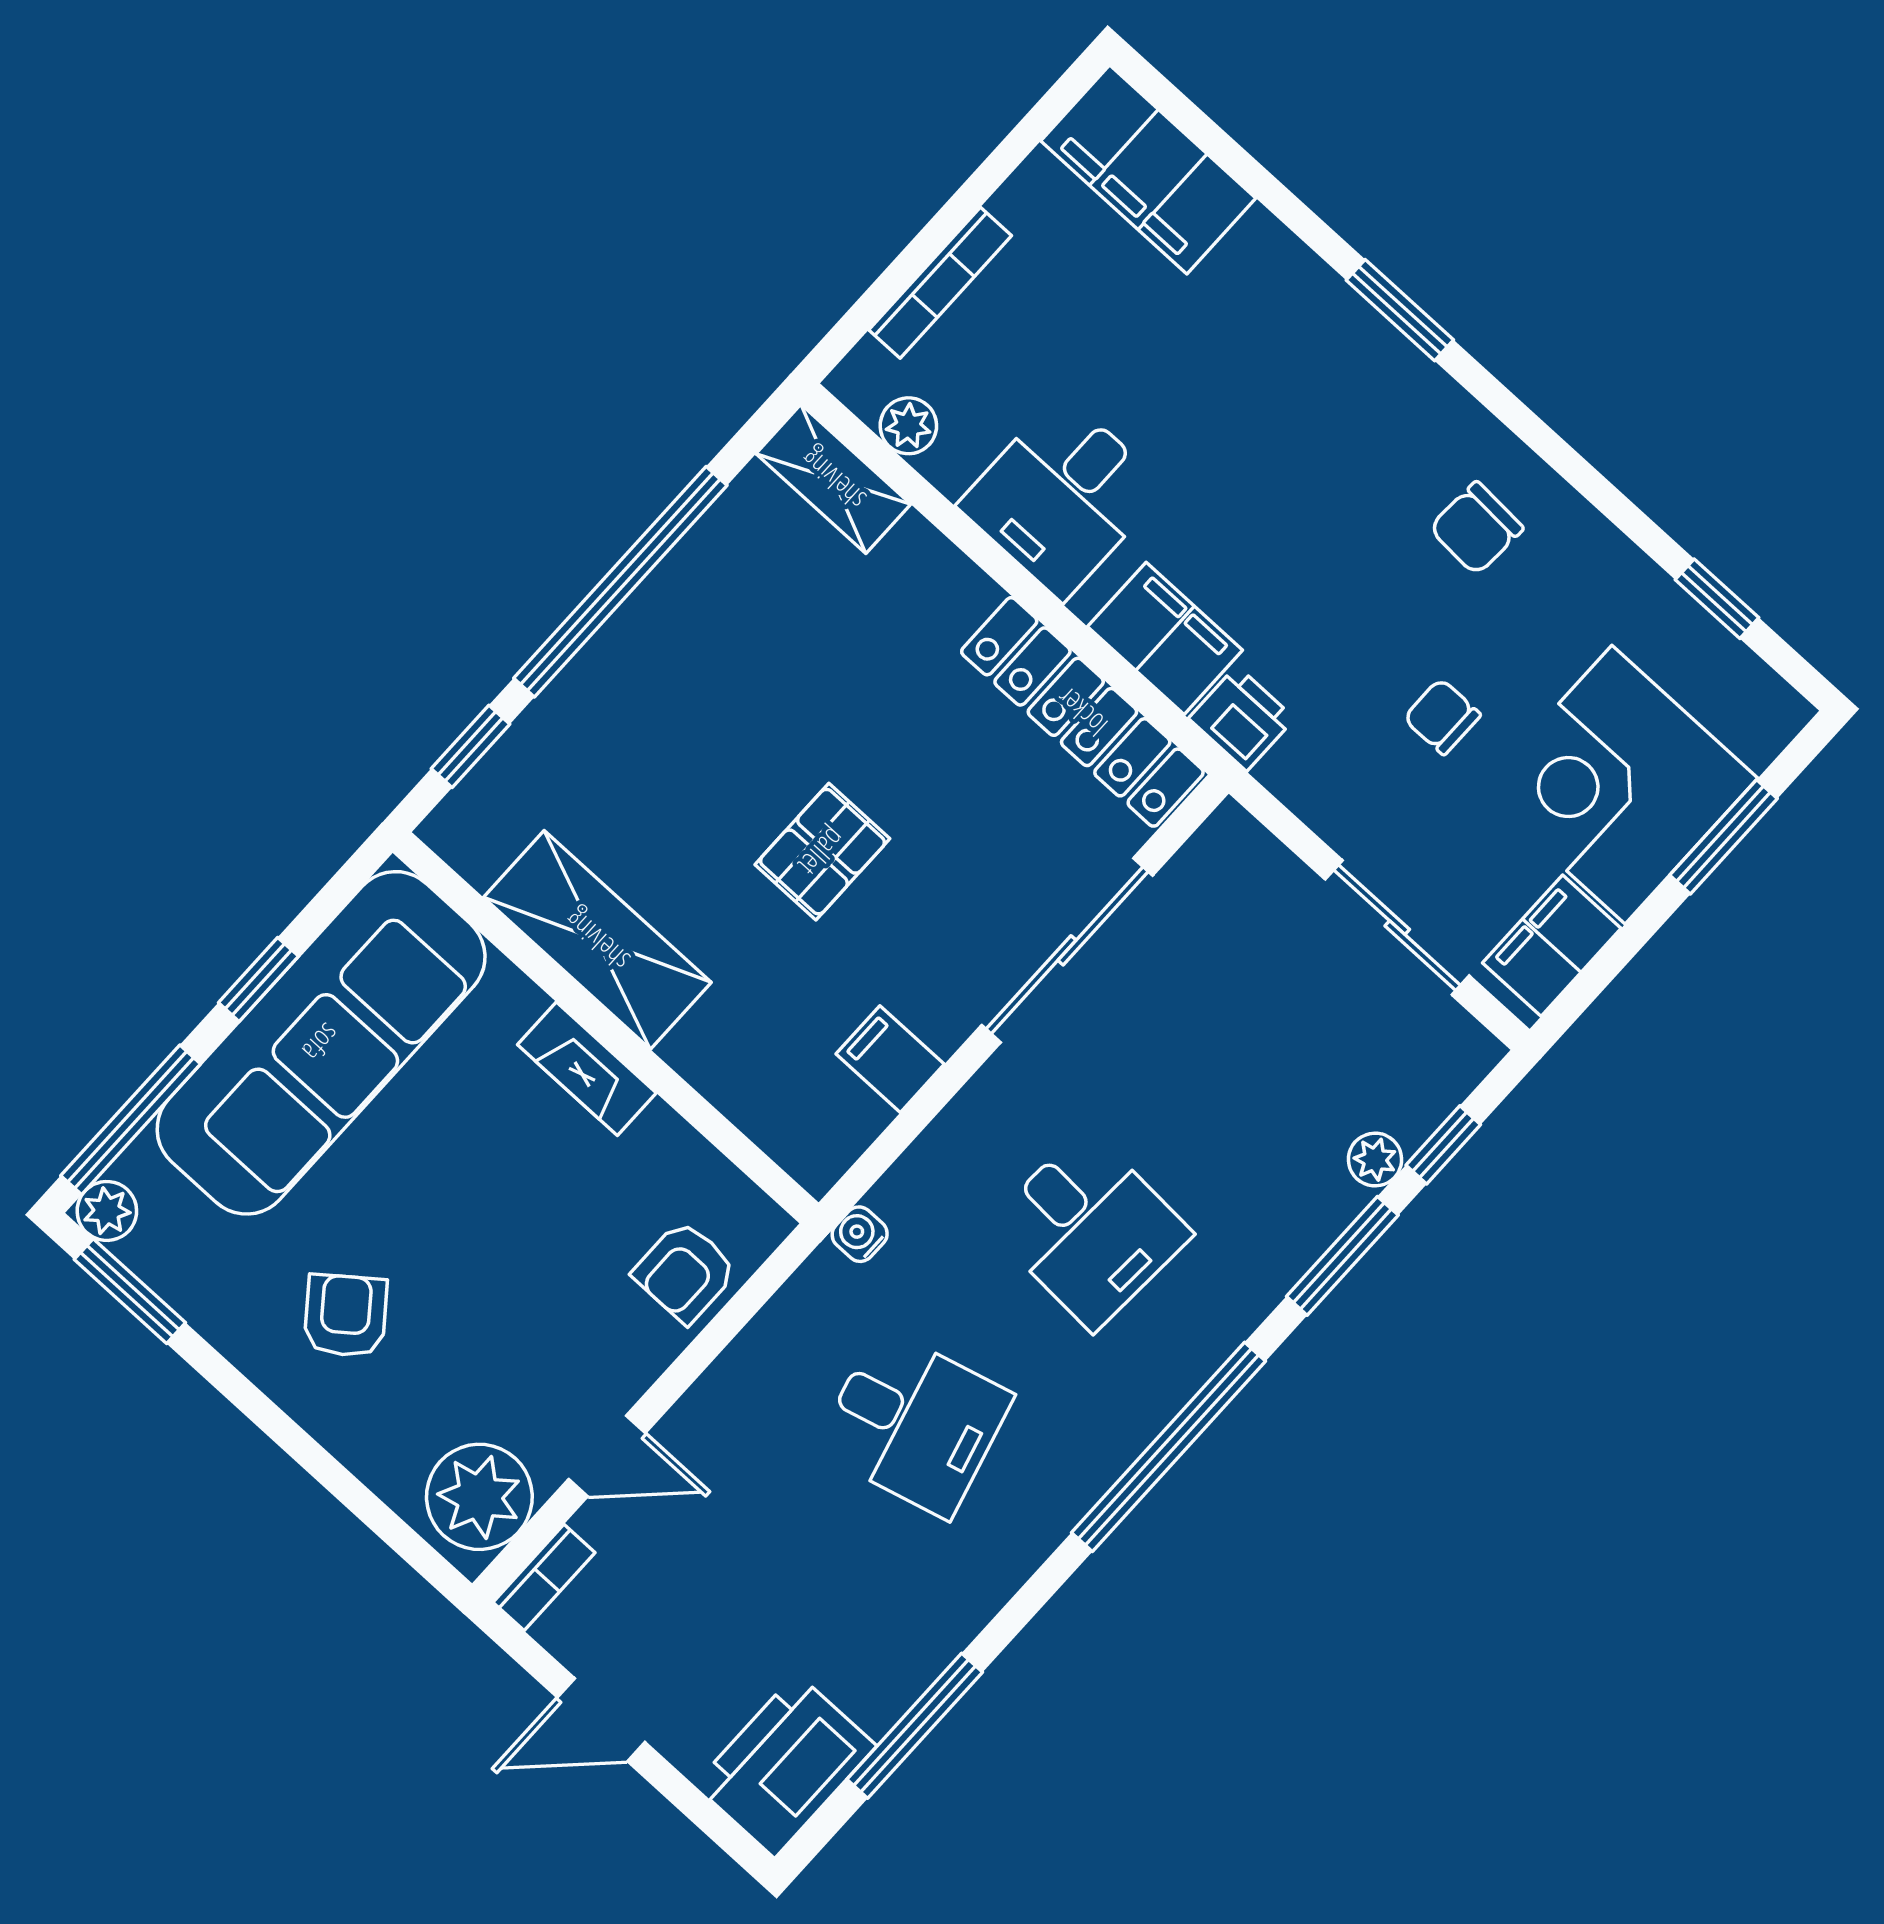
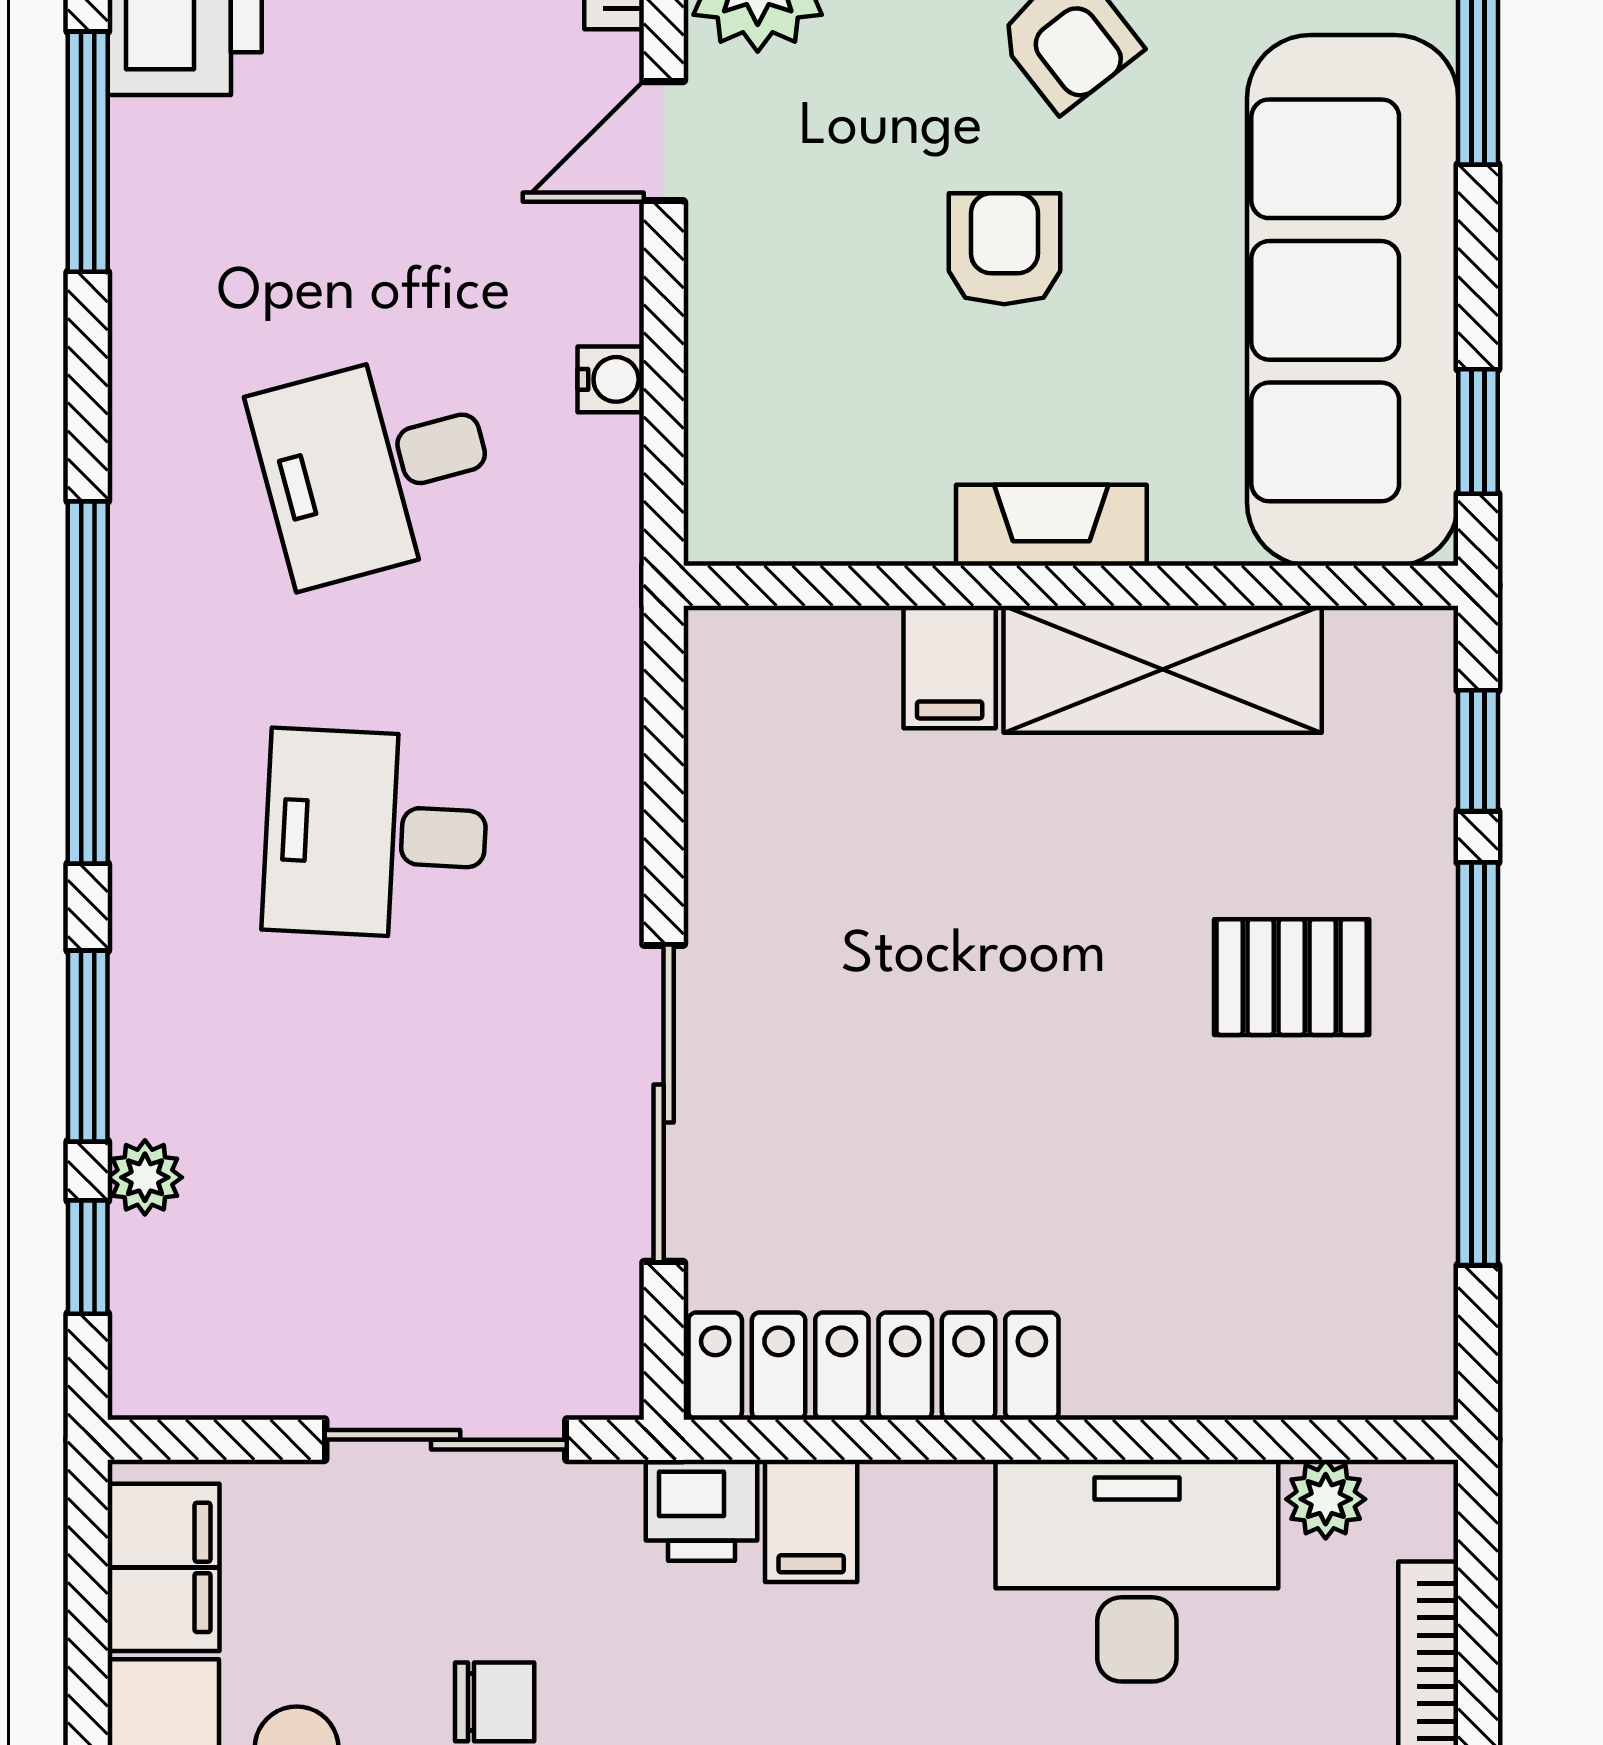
shelving: (833, 479) -> (1353, 1373), removed
desk: (1062, 497) -> (1137, 1571), width x1.37
filing cabinet: (1165, 638) -> (811, 1521), width x0.50
pallet: (822, 852) -> (1292, 977), moved, turned 90
sliding door: (1397, 928) -> (446, 1440), moved
window: (258, 979) -> (1478, 431), moved
filing cabinet: (890, 1059) -> (950, 667), moved, turned 90
water cooler: (860, 1234) -> (611, 379), moved
armchair: (685, 1272) -> (1004, 249), moved

